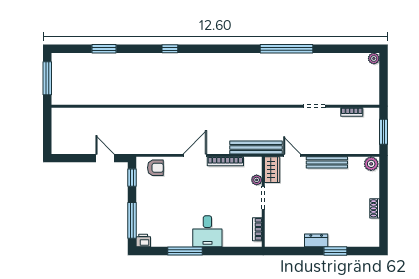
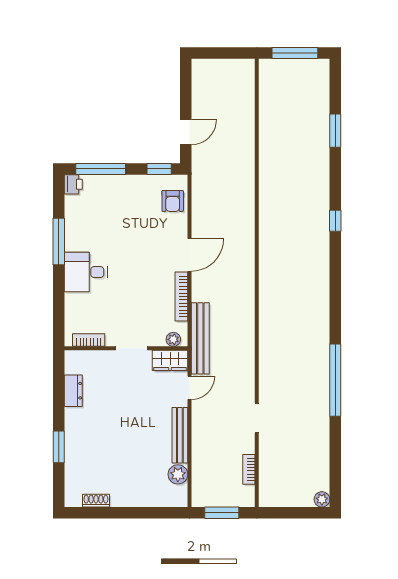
door: (195, 155) -> (190, 255), hinge flipped
plant: (371, 164) -> (178, 474), moved
plant: (257, 180) -> (173, 339), moved
shoe rack: (375, 208) -> (96, 501), moved
dresser: (316, 240) -> (73, 391), moved

